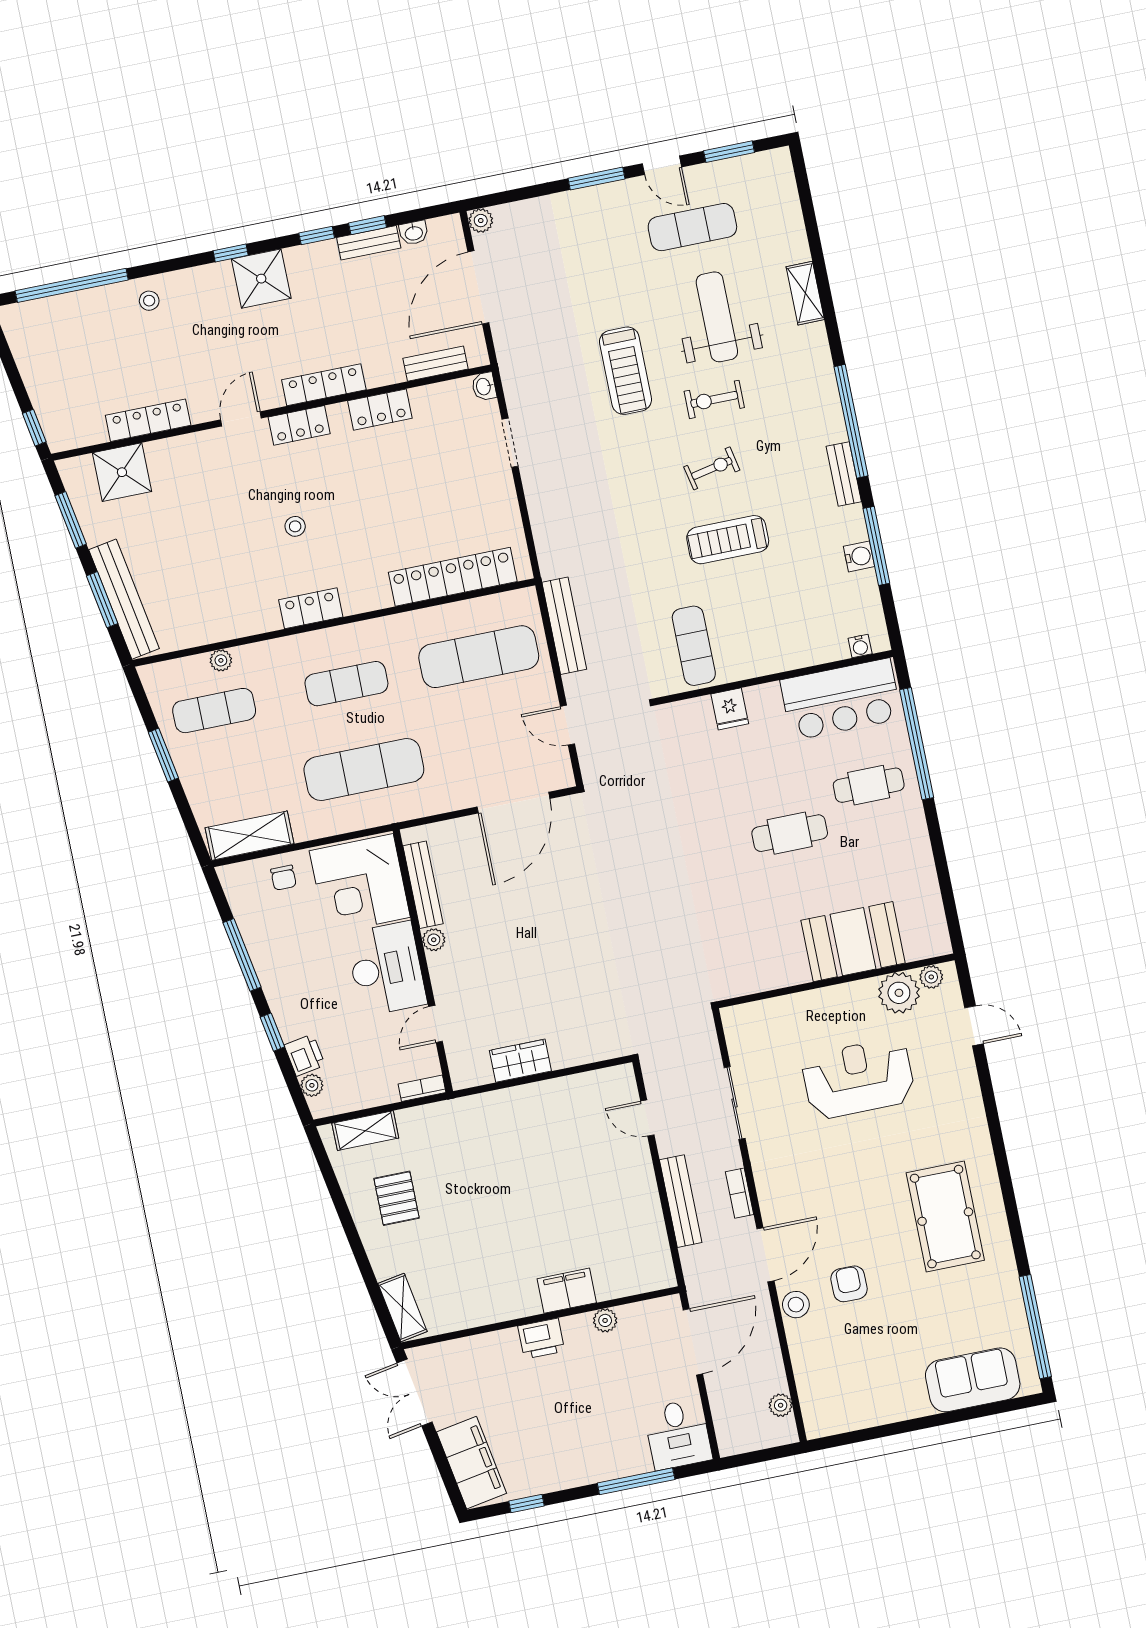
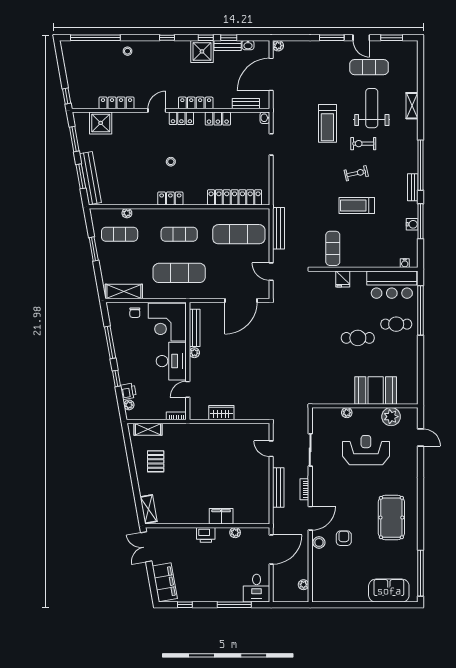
shower: (261, 279) -> (202, 51), moved
plant: (931, 977) -> (347, 413), moved

